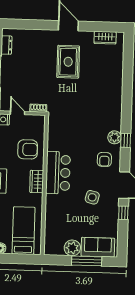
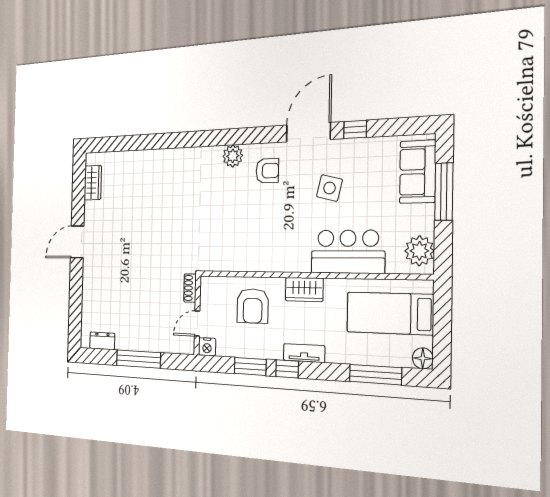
rug: (68, 62) -> (125, 240), removed
window: (126, 140) -> (237, 137), removed
armchair: (28, 149) -> (253, 306), turned 180
bar counter: (58, 173) -> (348, 252), moved
plant: (72, 248) -> (419, 251), moved

